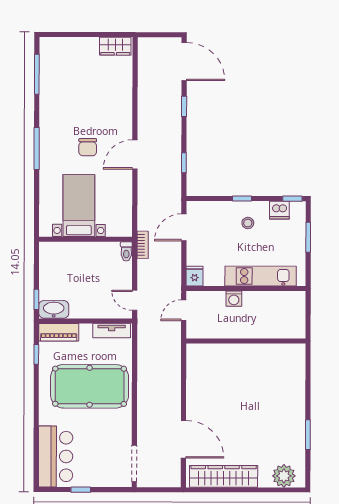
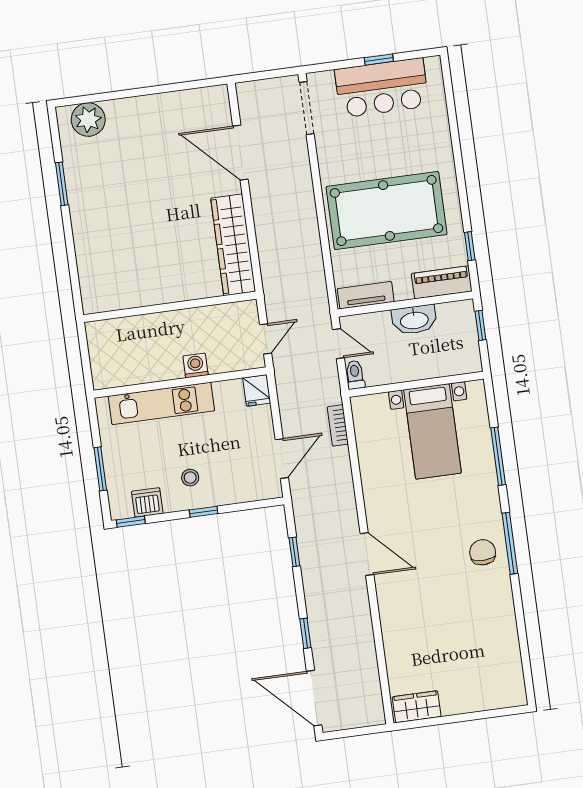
window: (37, 74) -> (498, 456), moved
chair: (88, 147) -> (483, 552), moved
door: (135, 155) -> (367, 554), hinge flipped
bed with nightstands: (79, 206) -> (432, 431), moved
wall: (86, 239) -> (416, 384), moved
toilet: (126, 251) -> (355, 375), moved
washbasin: (54, 309) -> (414, 320), moved
bar counter: (56, 456) -> (382, 88), moved, turned -90
wardrobe: (224, 476) -> (233, 245), moved, turned 90

